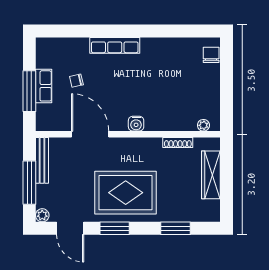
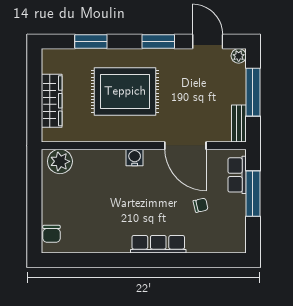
row of seats: (44, 86) -> (237, 175), moved
plant: (203, 125) -> (60, 161), width x1.88, depth x1.88
shoe rack: (178, 143) -> (88, 137), removed
bench: (42, 160) -> (239, 123), width x0.73
rug: (126, 193) -> (125, 91), moved

